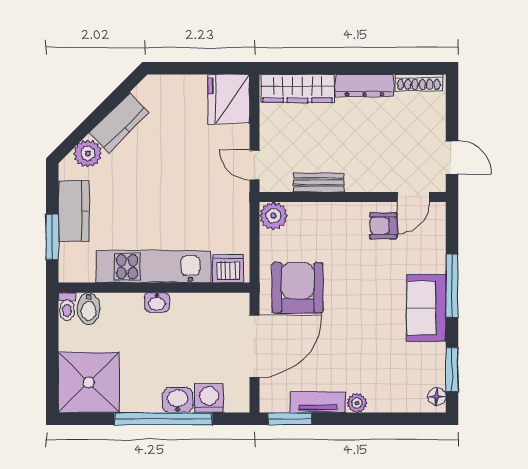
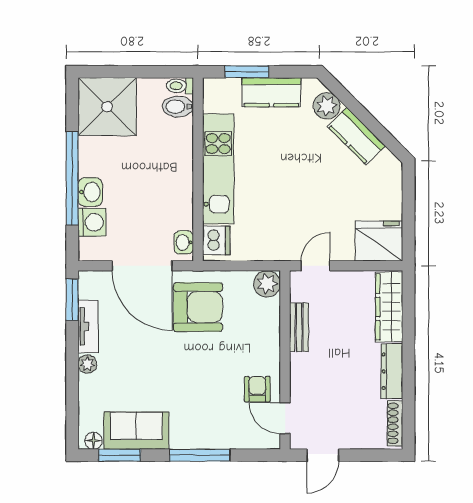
washbasin: (157, 302) -> (184, 242), moved
sofa: (426, 308) -> (136, 431), moved

